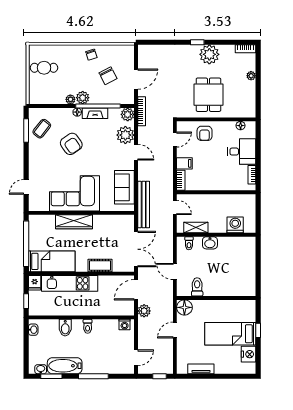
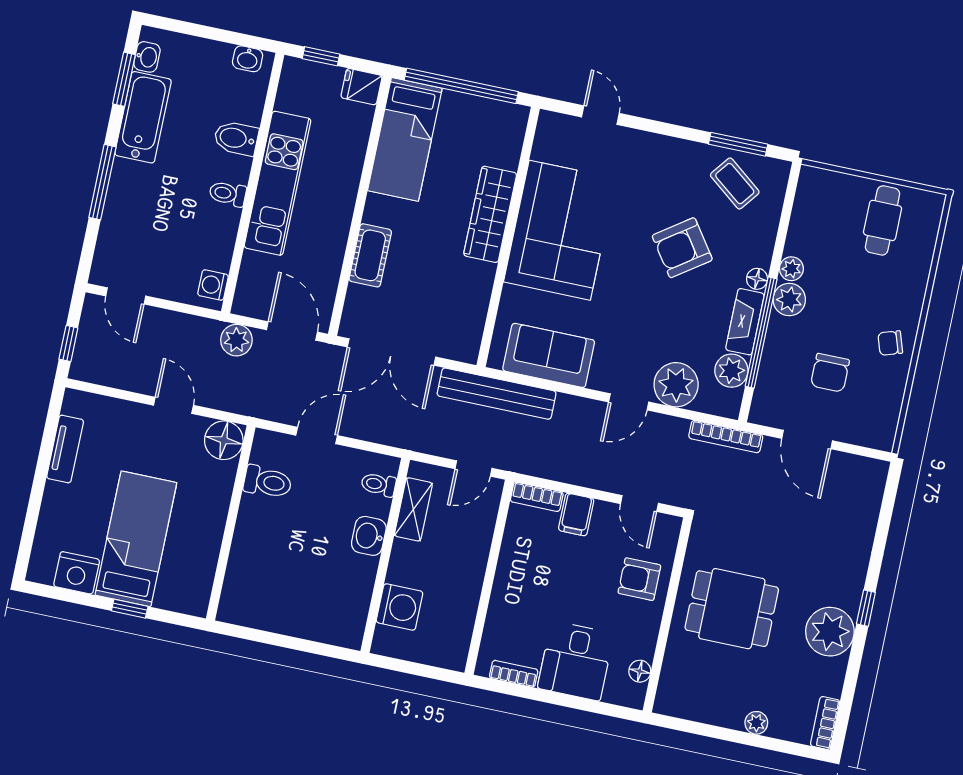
chair: (108, 76) -> (830, 373), turned -63
plant: (128, 114) -> (731, 371), moved
kitchen unit: (70, 283) -> (278, 183), moved, turned 180

